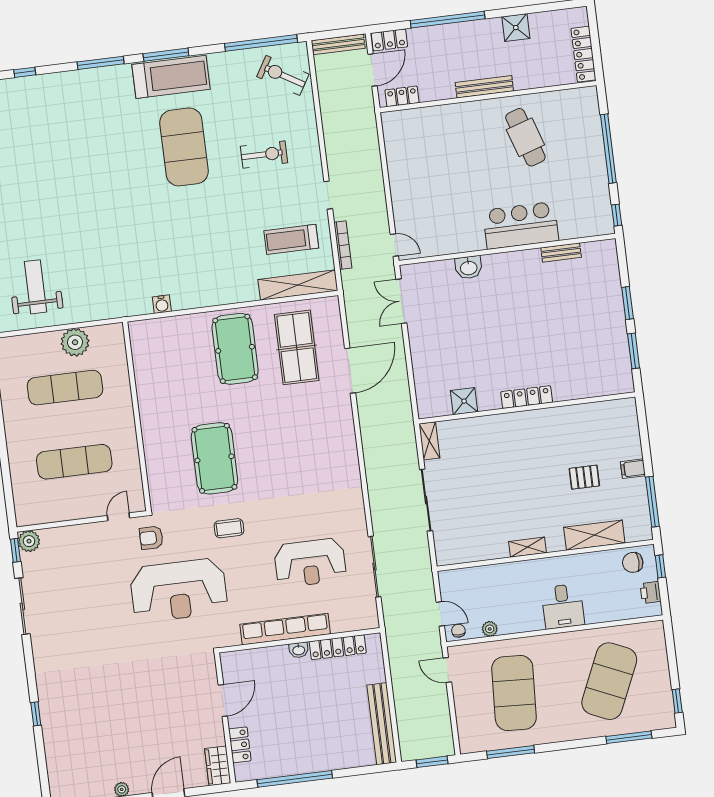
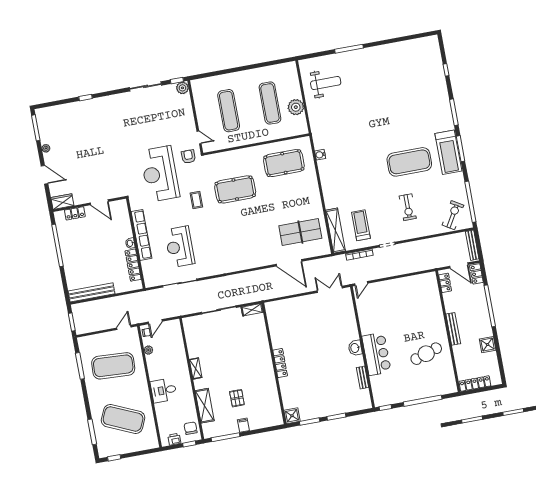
washbasin: (469, 267) -> (355, 348), moved
pool table: (235, 349) -> (284, 163), moved
shower: (464, 401) -> (292, 416), moved

